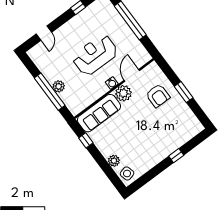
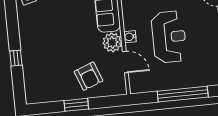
armchair: (158, 96) -> (88, 76), turned -111

